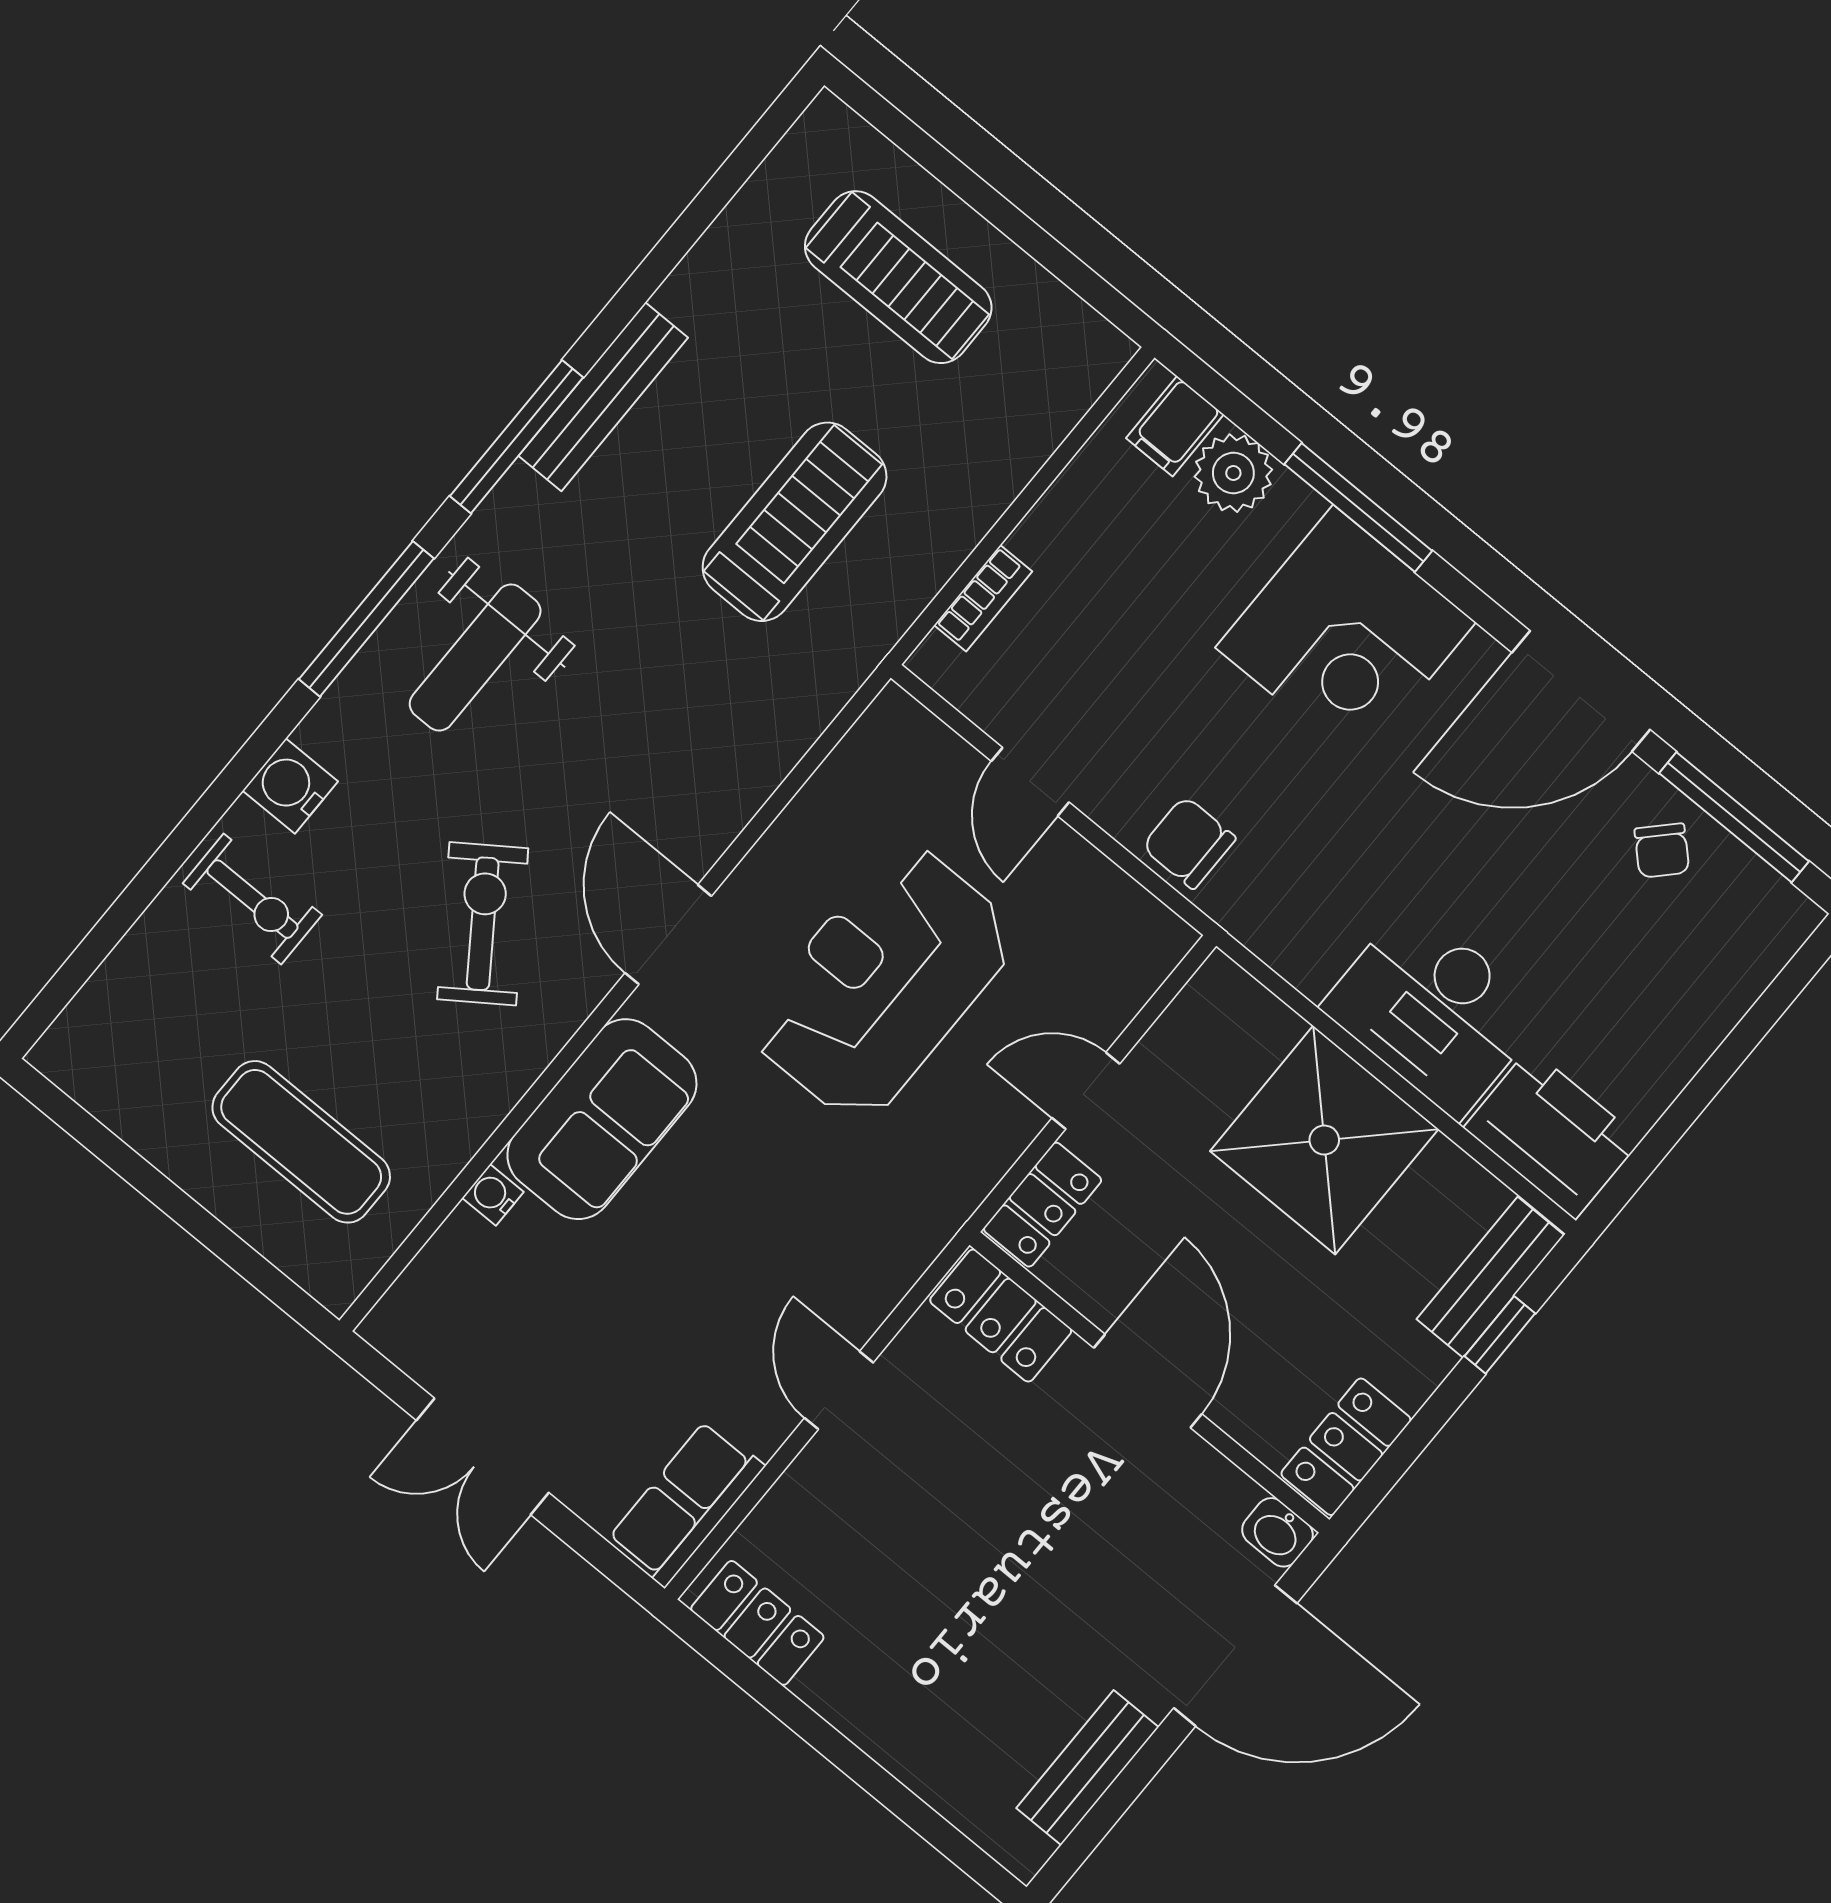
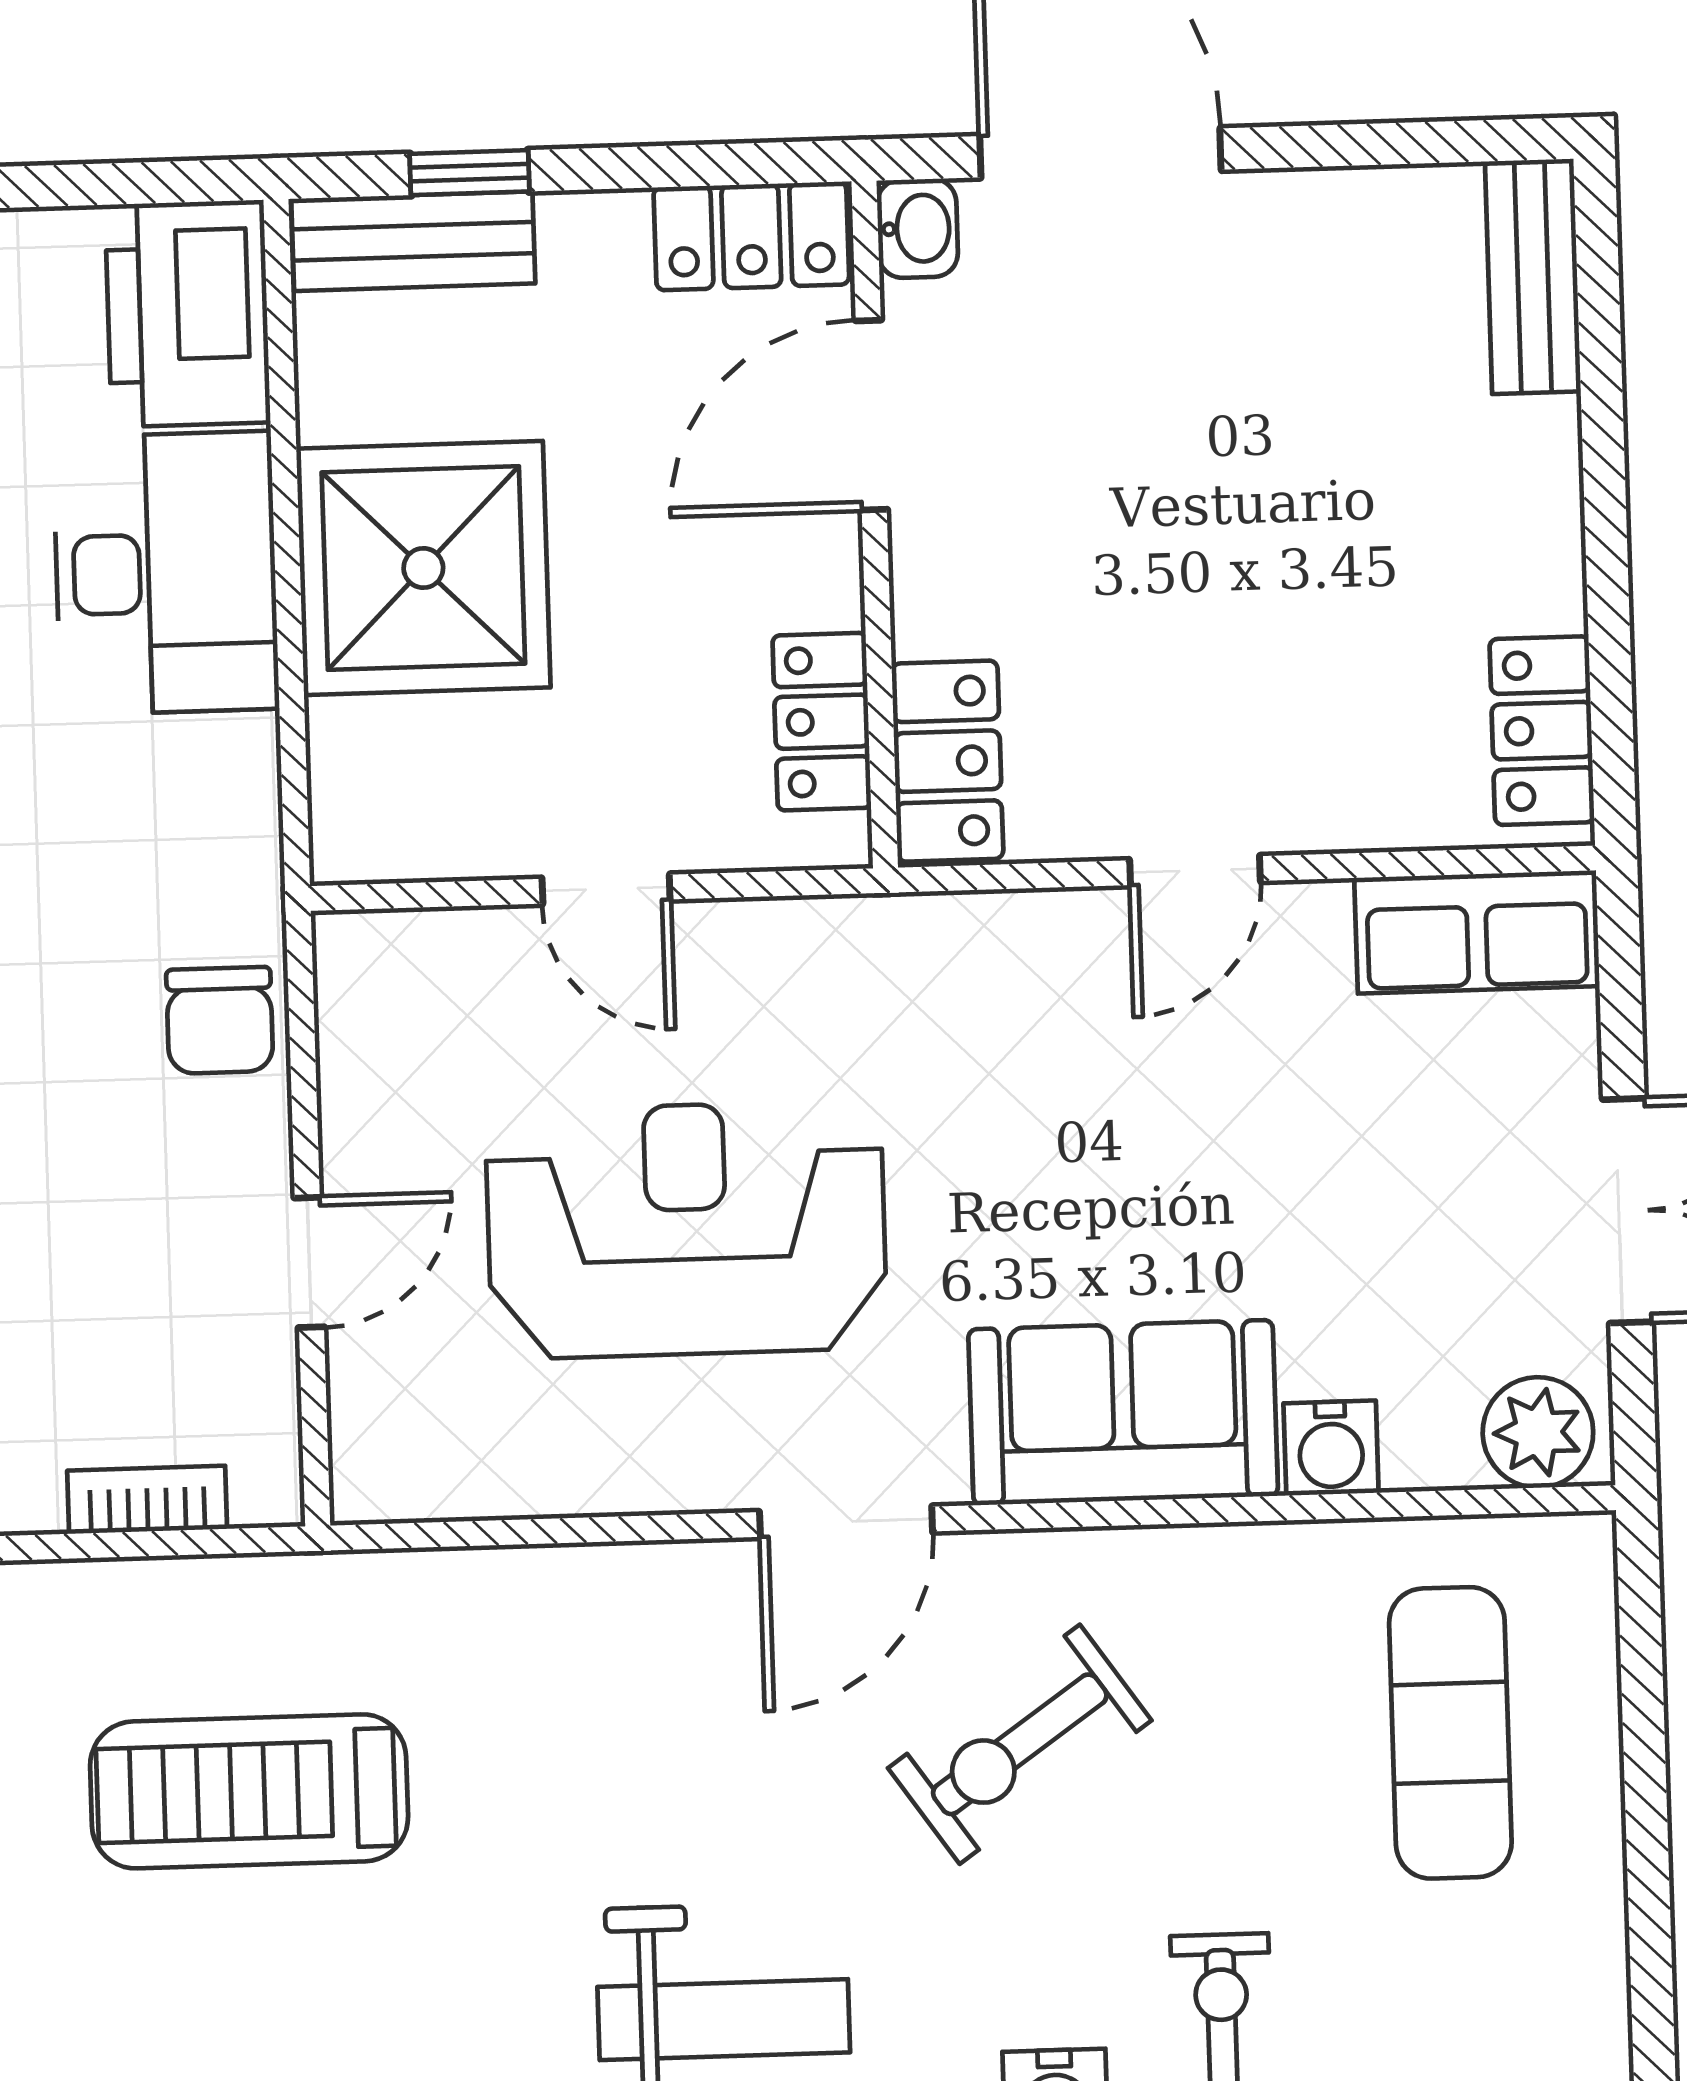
reception desk: (882, 983) -> (686, 1230), turned 180
water cooler: (493, 1195) -> (1331, 1448), width x1.38, depth x1.38
locker: (1043, 1205) -> (822, 722), moved, turned -90
plant: (412, 1316) -> (1538, 1432), added
door: (1148, 1381) -> (871, 415), moved
bench: (1087, 1768) -> (1533, 276), moved, turned 90

